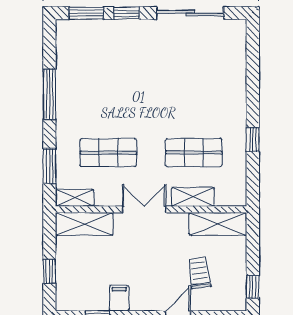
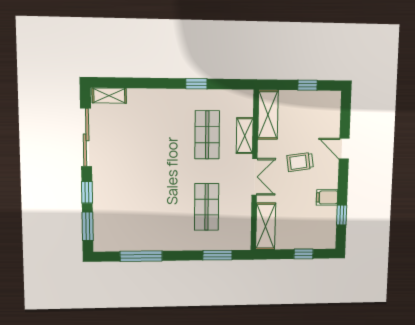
window: (49, 94) -> (141, 256), moved
shelving: (75, 198) -> (109, 96), moved, turned 90
double door: (144, 209) -> (255, 177), swing flipped
trolley: (199, 273) -> (300, 162), moved
window: (253, 287) -> (308, 85), moved

